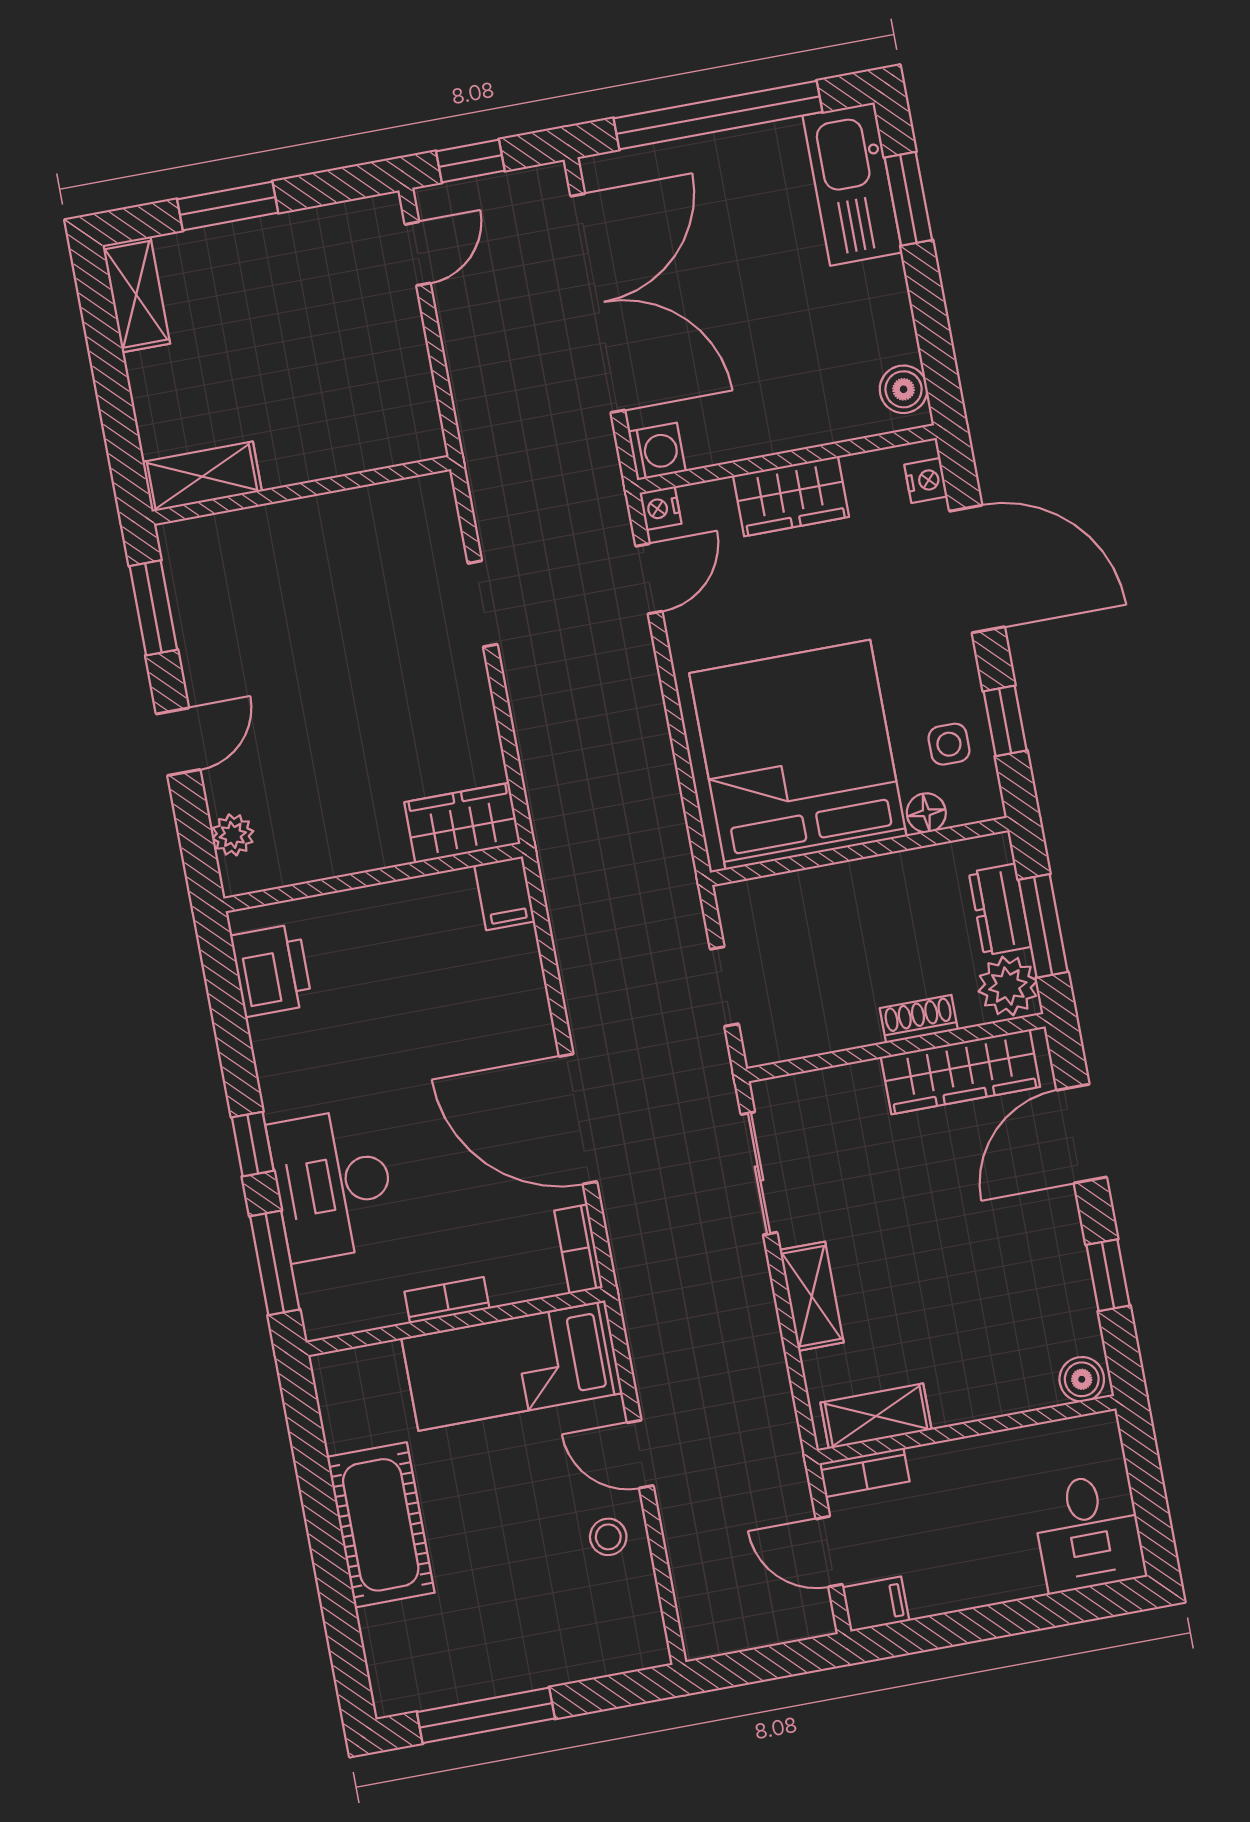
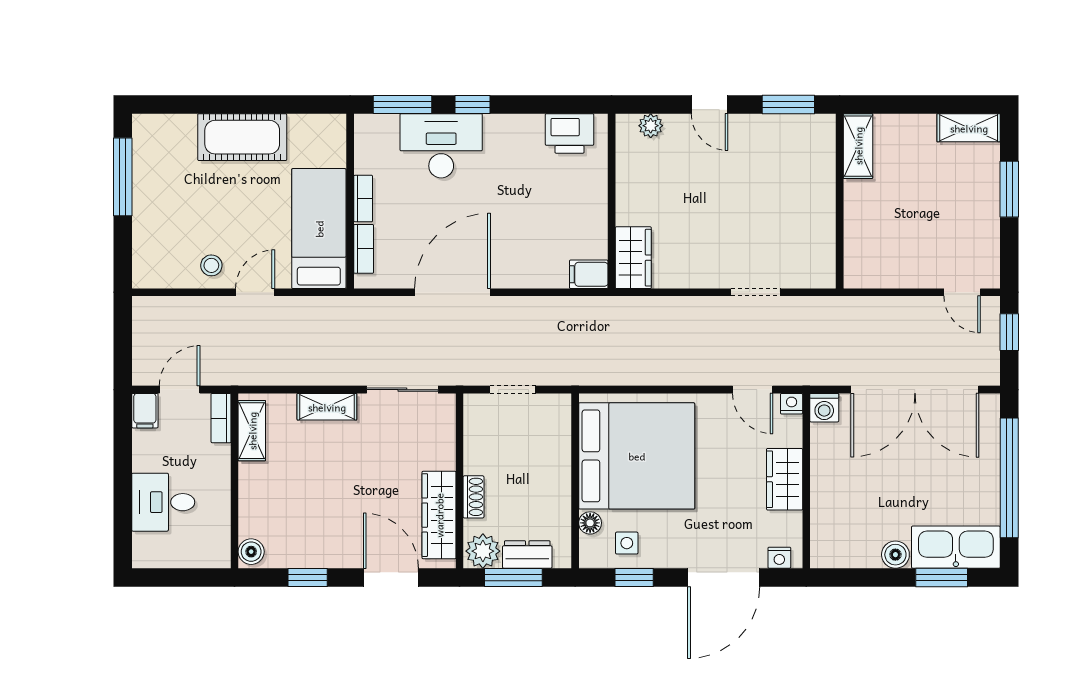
boiler: (904, 389) -> (895, 555), moved
bookcase: (579, 1249) -> (364, 249), moved, turned 90
desk: (1088, 1532) -> (163, 502), moved

